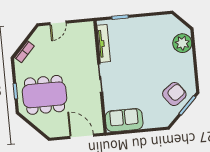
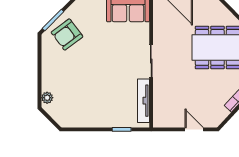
door: (58, 23) -> (194, 129), hinge flipped
plant: (182, 43) -> (47, 98), width x0.53, depth x0.53

